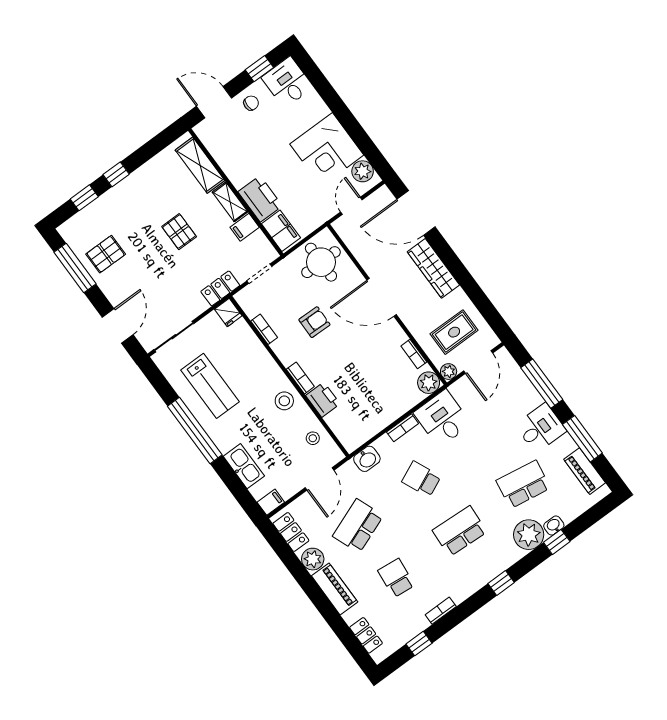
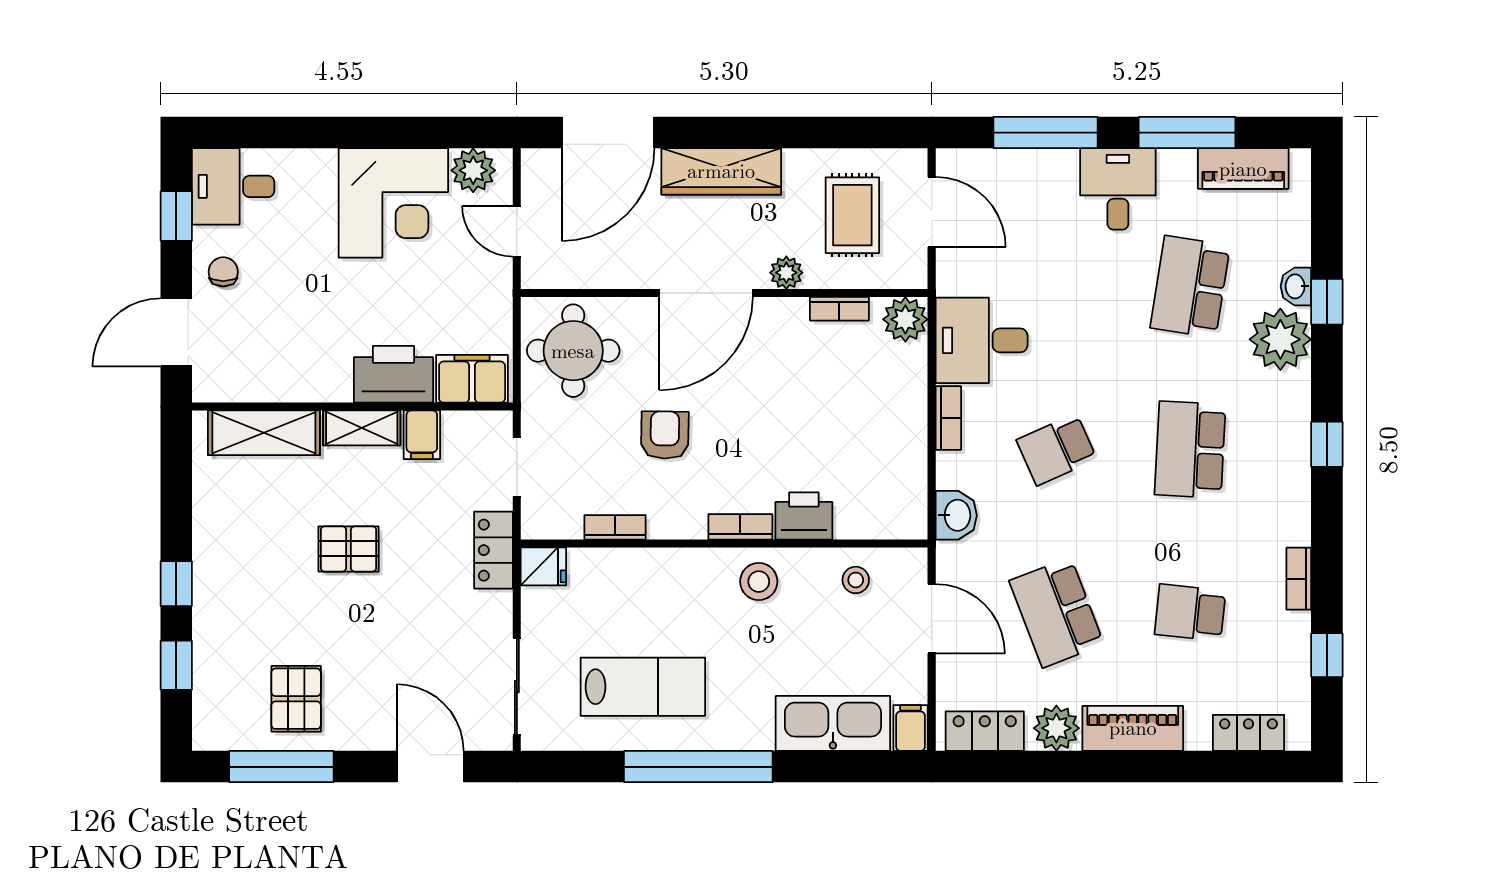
plant: (449, 372) -> (786, 273), moved
kitchen sink: (244, 466) -> (833, 723), width x1.36, depth x1.24

